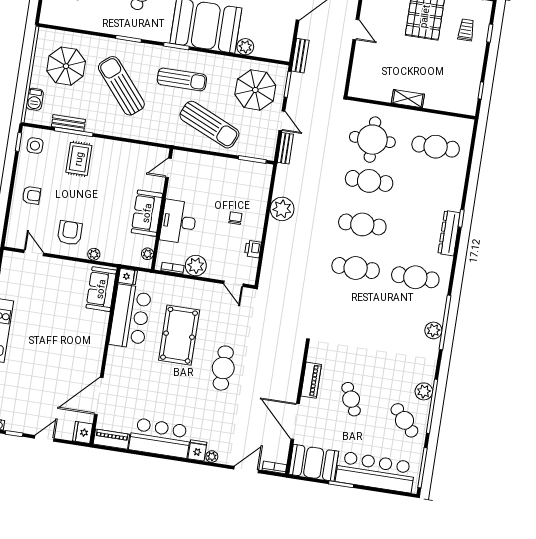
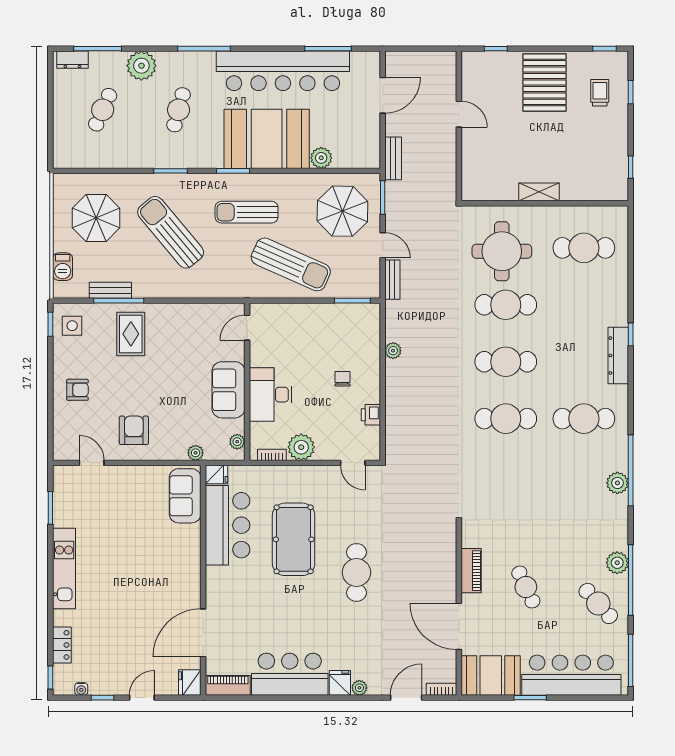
sun lounger: (182, 79) -> (247, 212), turned 180
plant: (282, 209) -> (393, 351), width x0.53, depth x0.53
plant: (94, 254) -> (196, 453), moved

